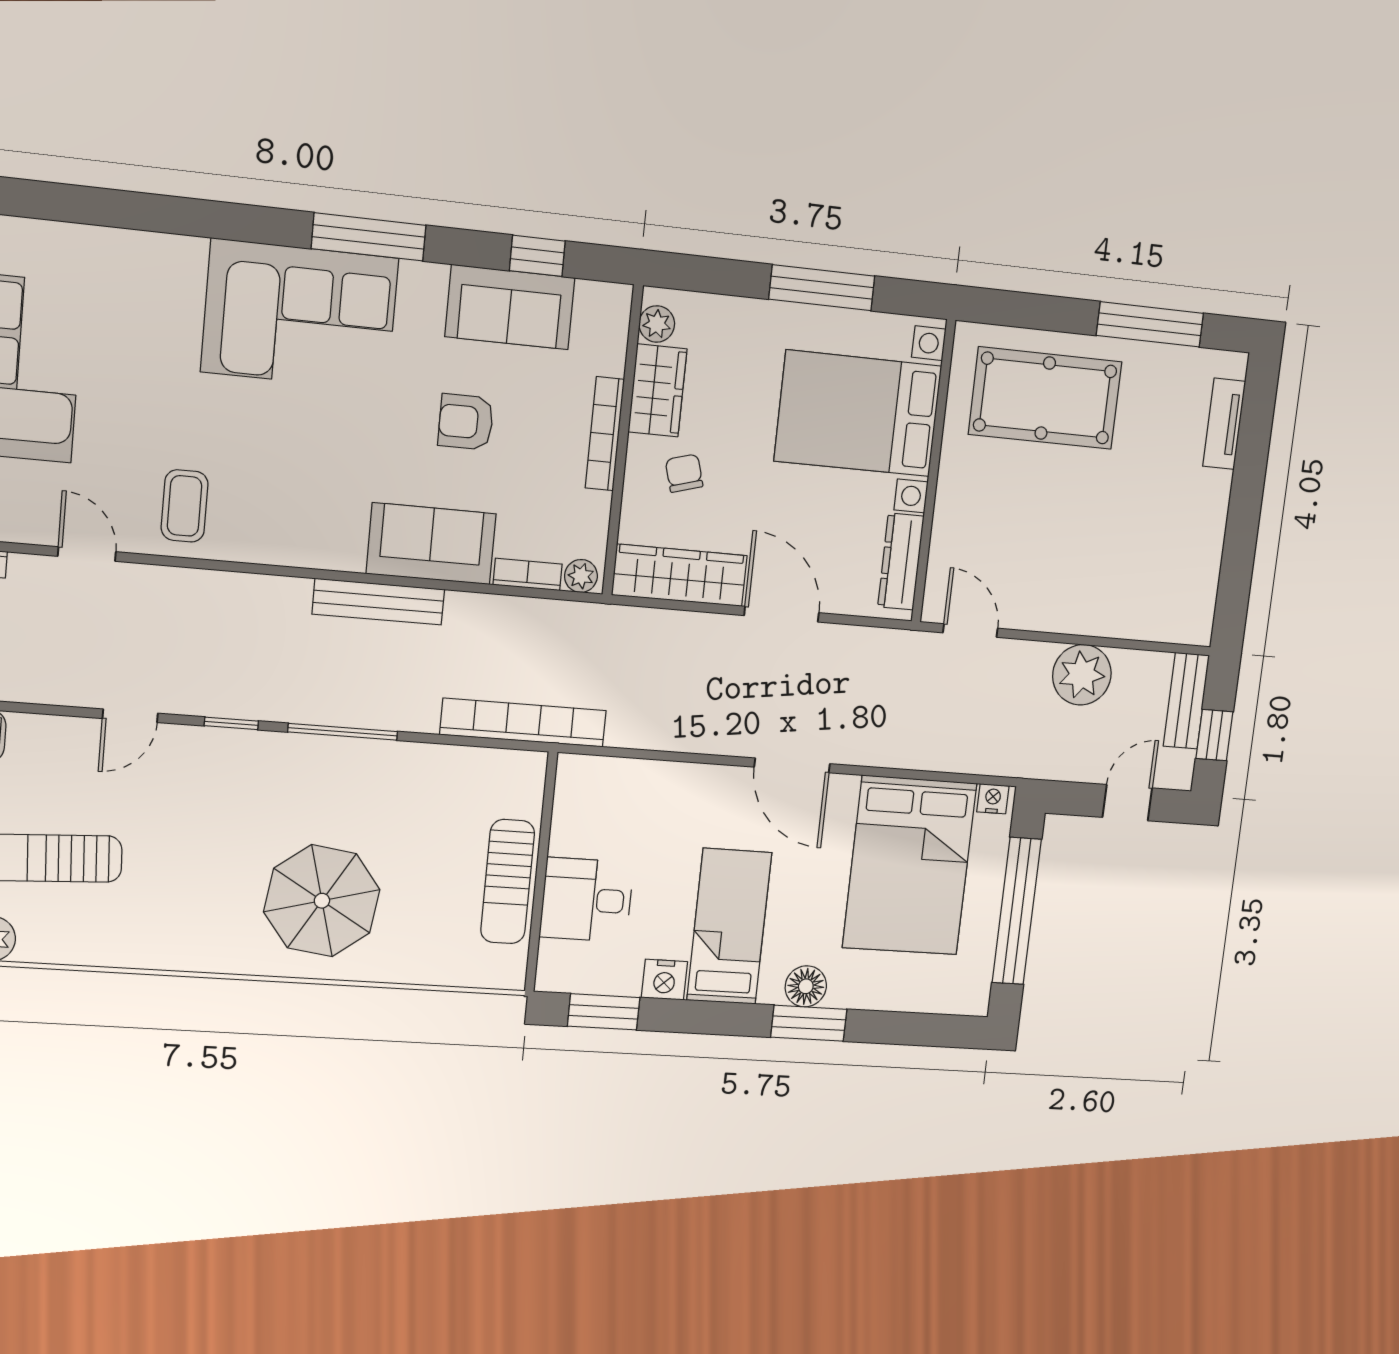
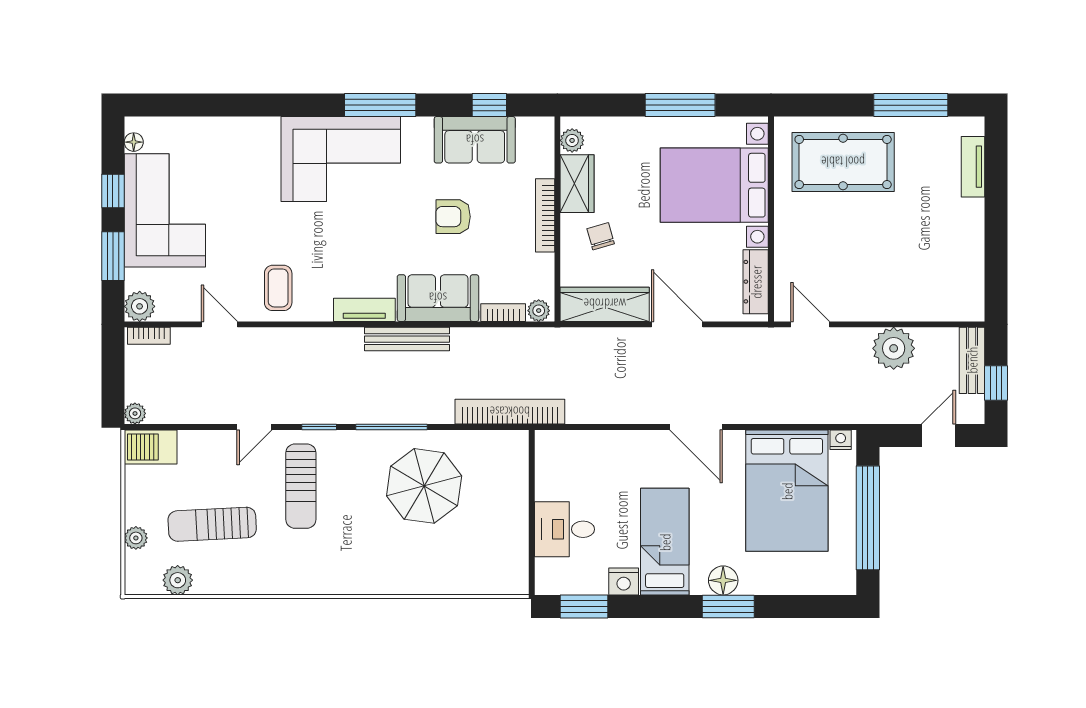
tv unit: (317, 552) -> (364, 310), added
sun lounger: (508, 882) -> (301, 486), moved
parasol: (322, 901) -> (424, 486), moved

